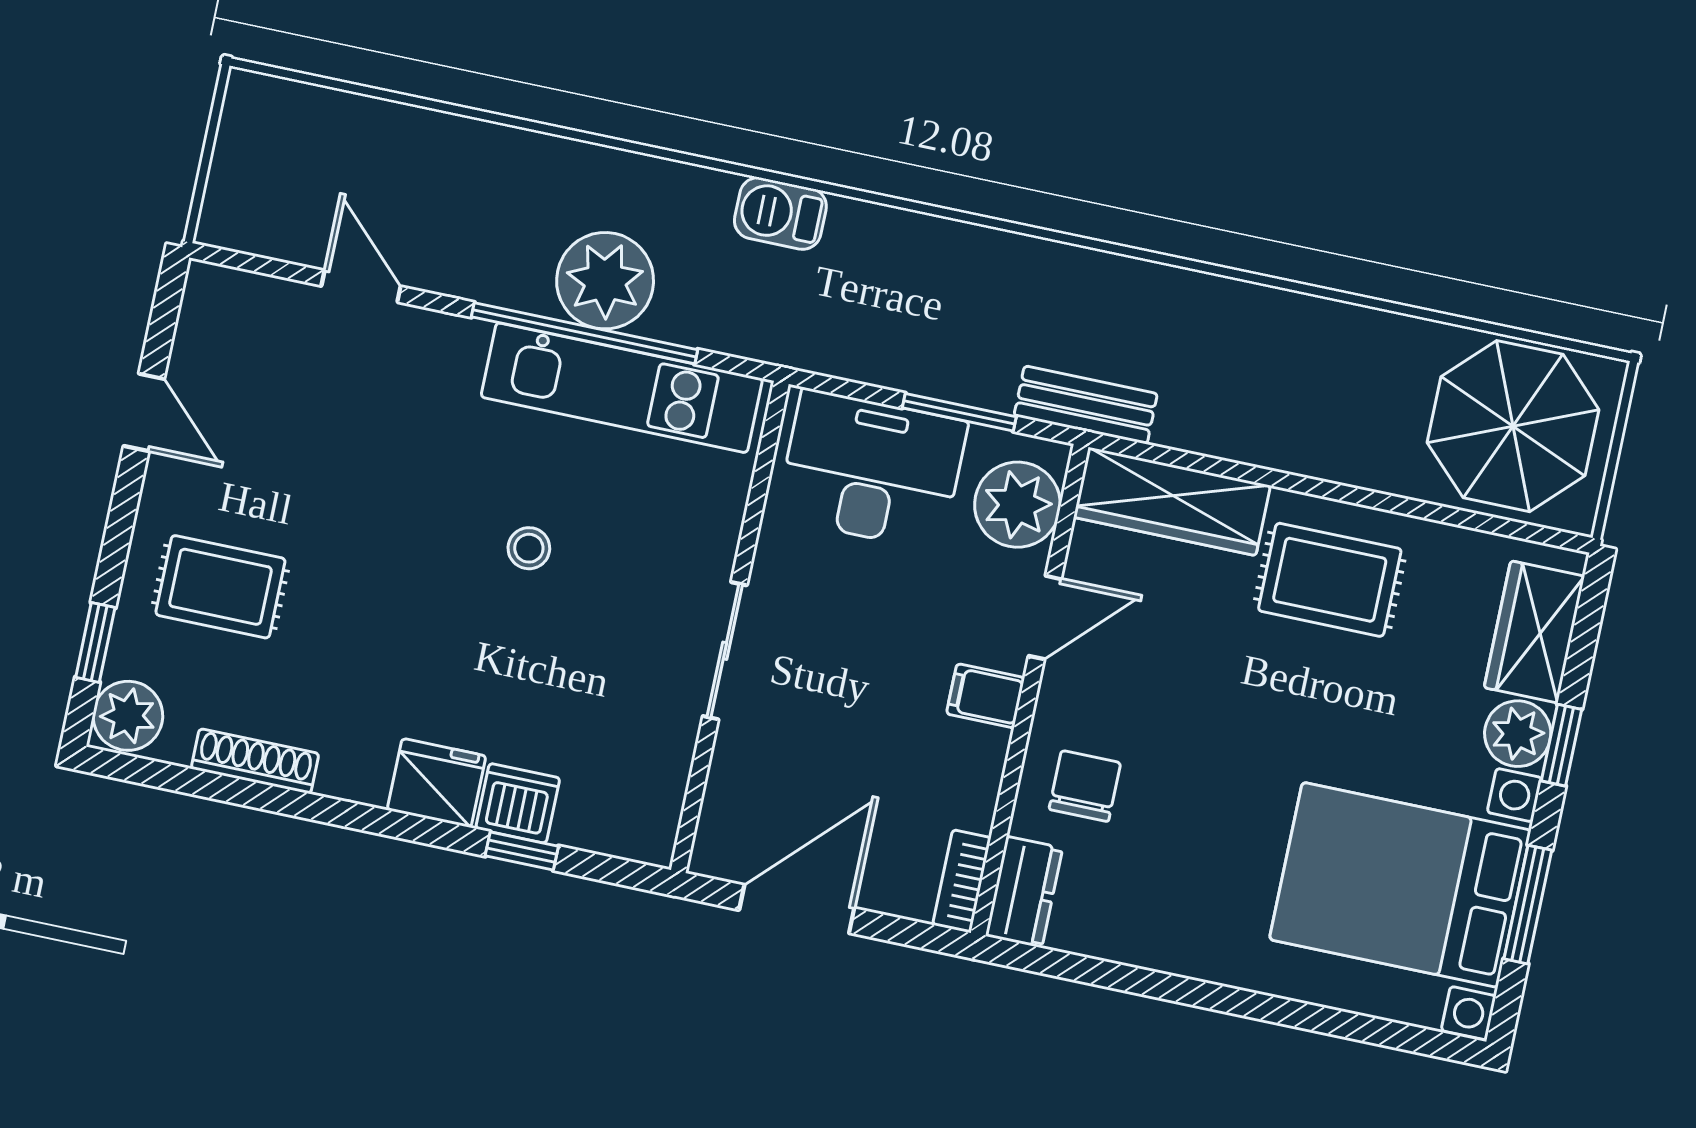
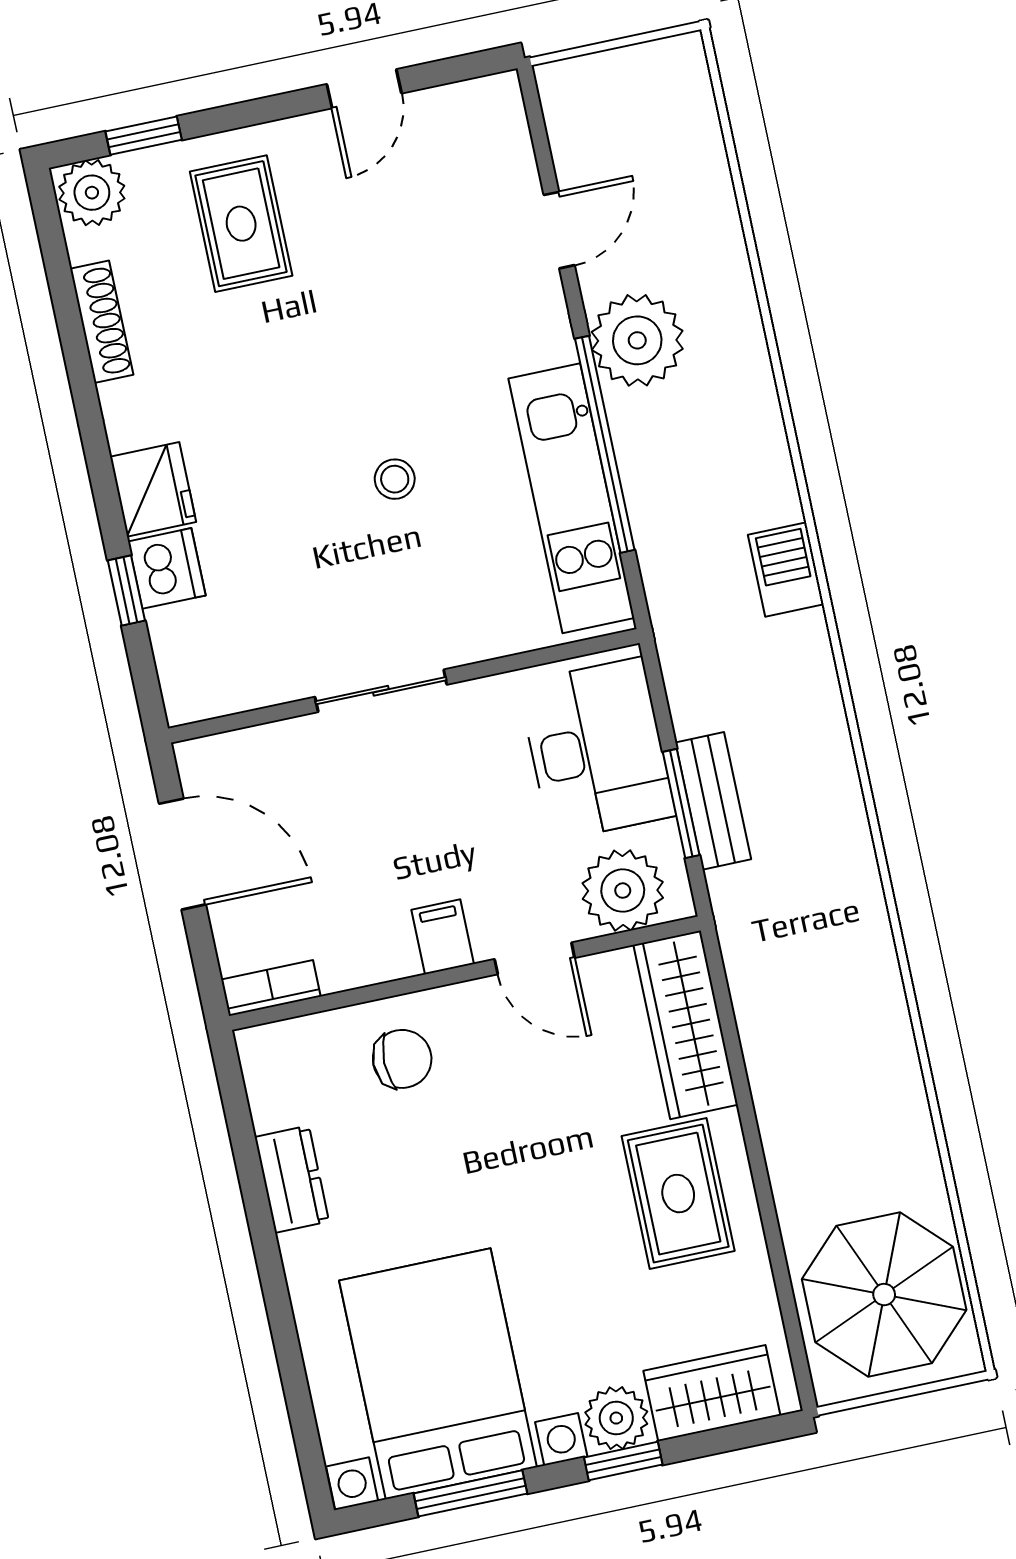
plant: (605, 281) -> (637, 340), moved
bench: (1086, 405) -> (713, 801), moved
dresser: (1024, 892) -> (292, 1179), moved, turned -90

